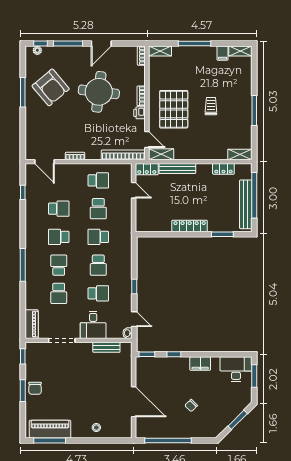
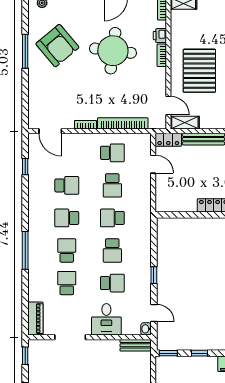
printer: (139, 113) -> (160, 36), moved
bookcase: (123, 155) -> (123, 123), moved
school desk: (59, 293) -> (67, 283), turned 180
bench: (106, 347) -> (136, 345), moved

